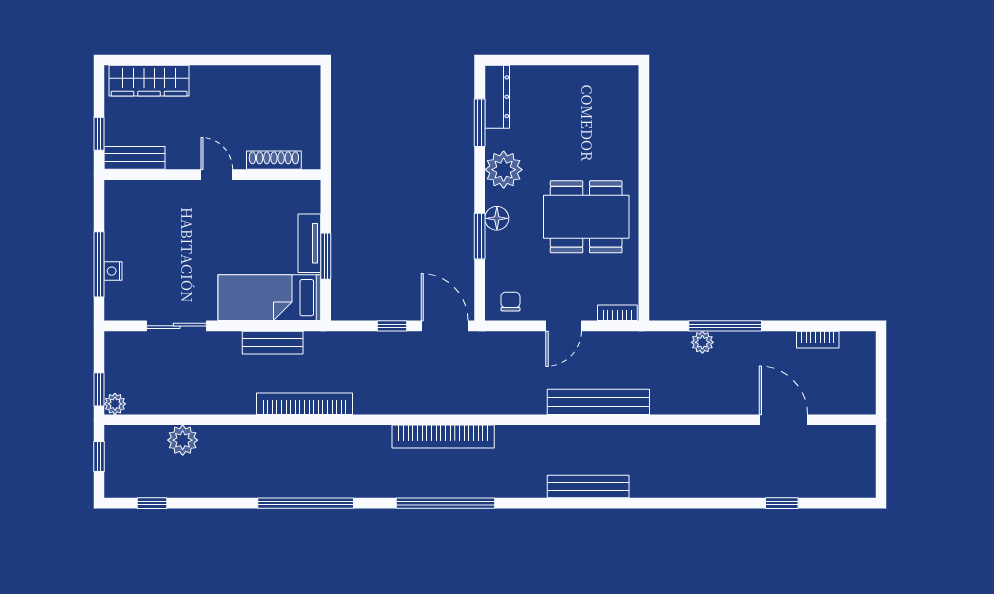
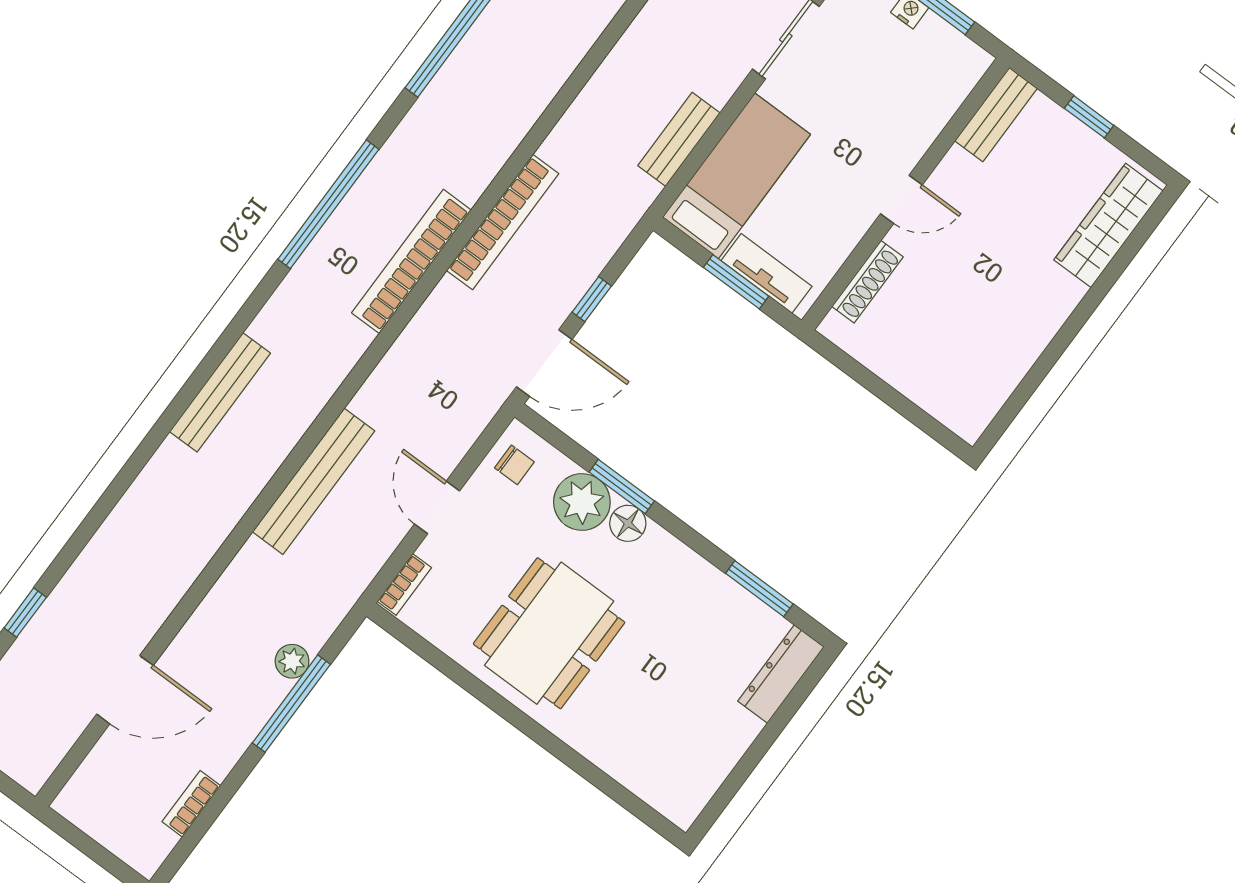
dresser: (497, 97) -> (781, 674), moved, turned 90
bench: (135, 158) -> (996, 115), moved
shoe rack: (274, 160) -> (868, 282), moved
plant: (504, 170) -> (582, 502), moved
wall: (212, 175) -> (905, 194), moved
door: (217, 175) -> (901, 199), moved
bookcase: (304, 404) -> (503, 222), moved

